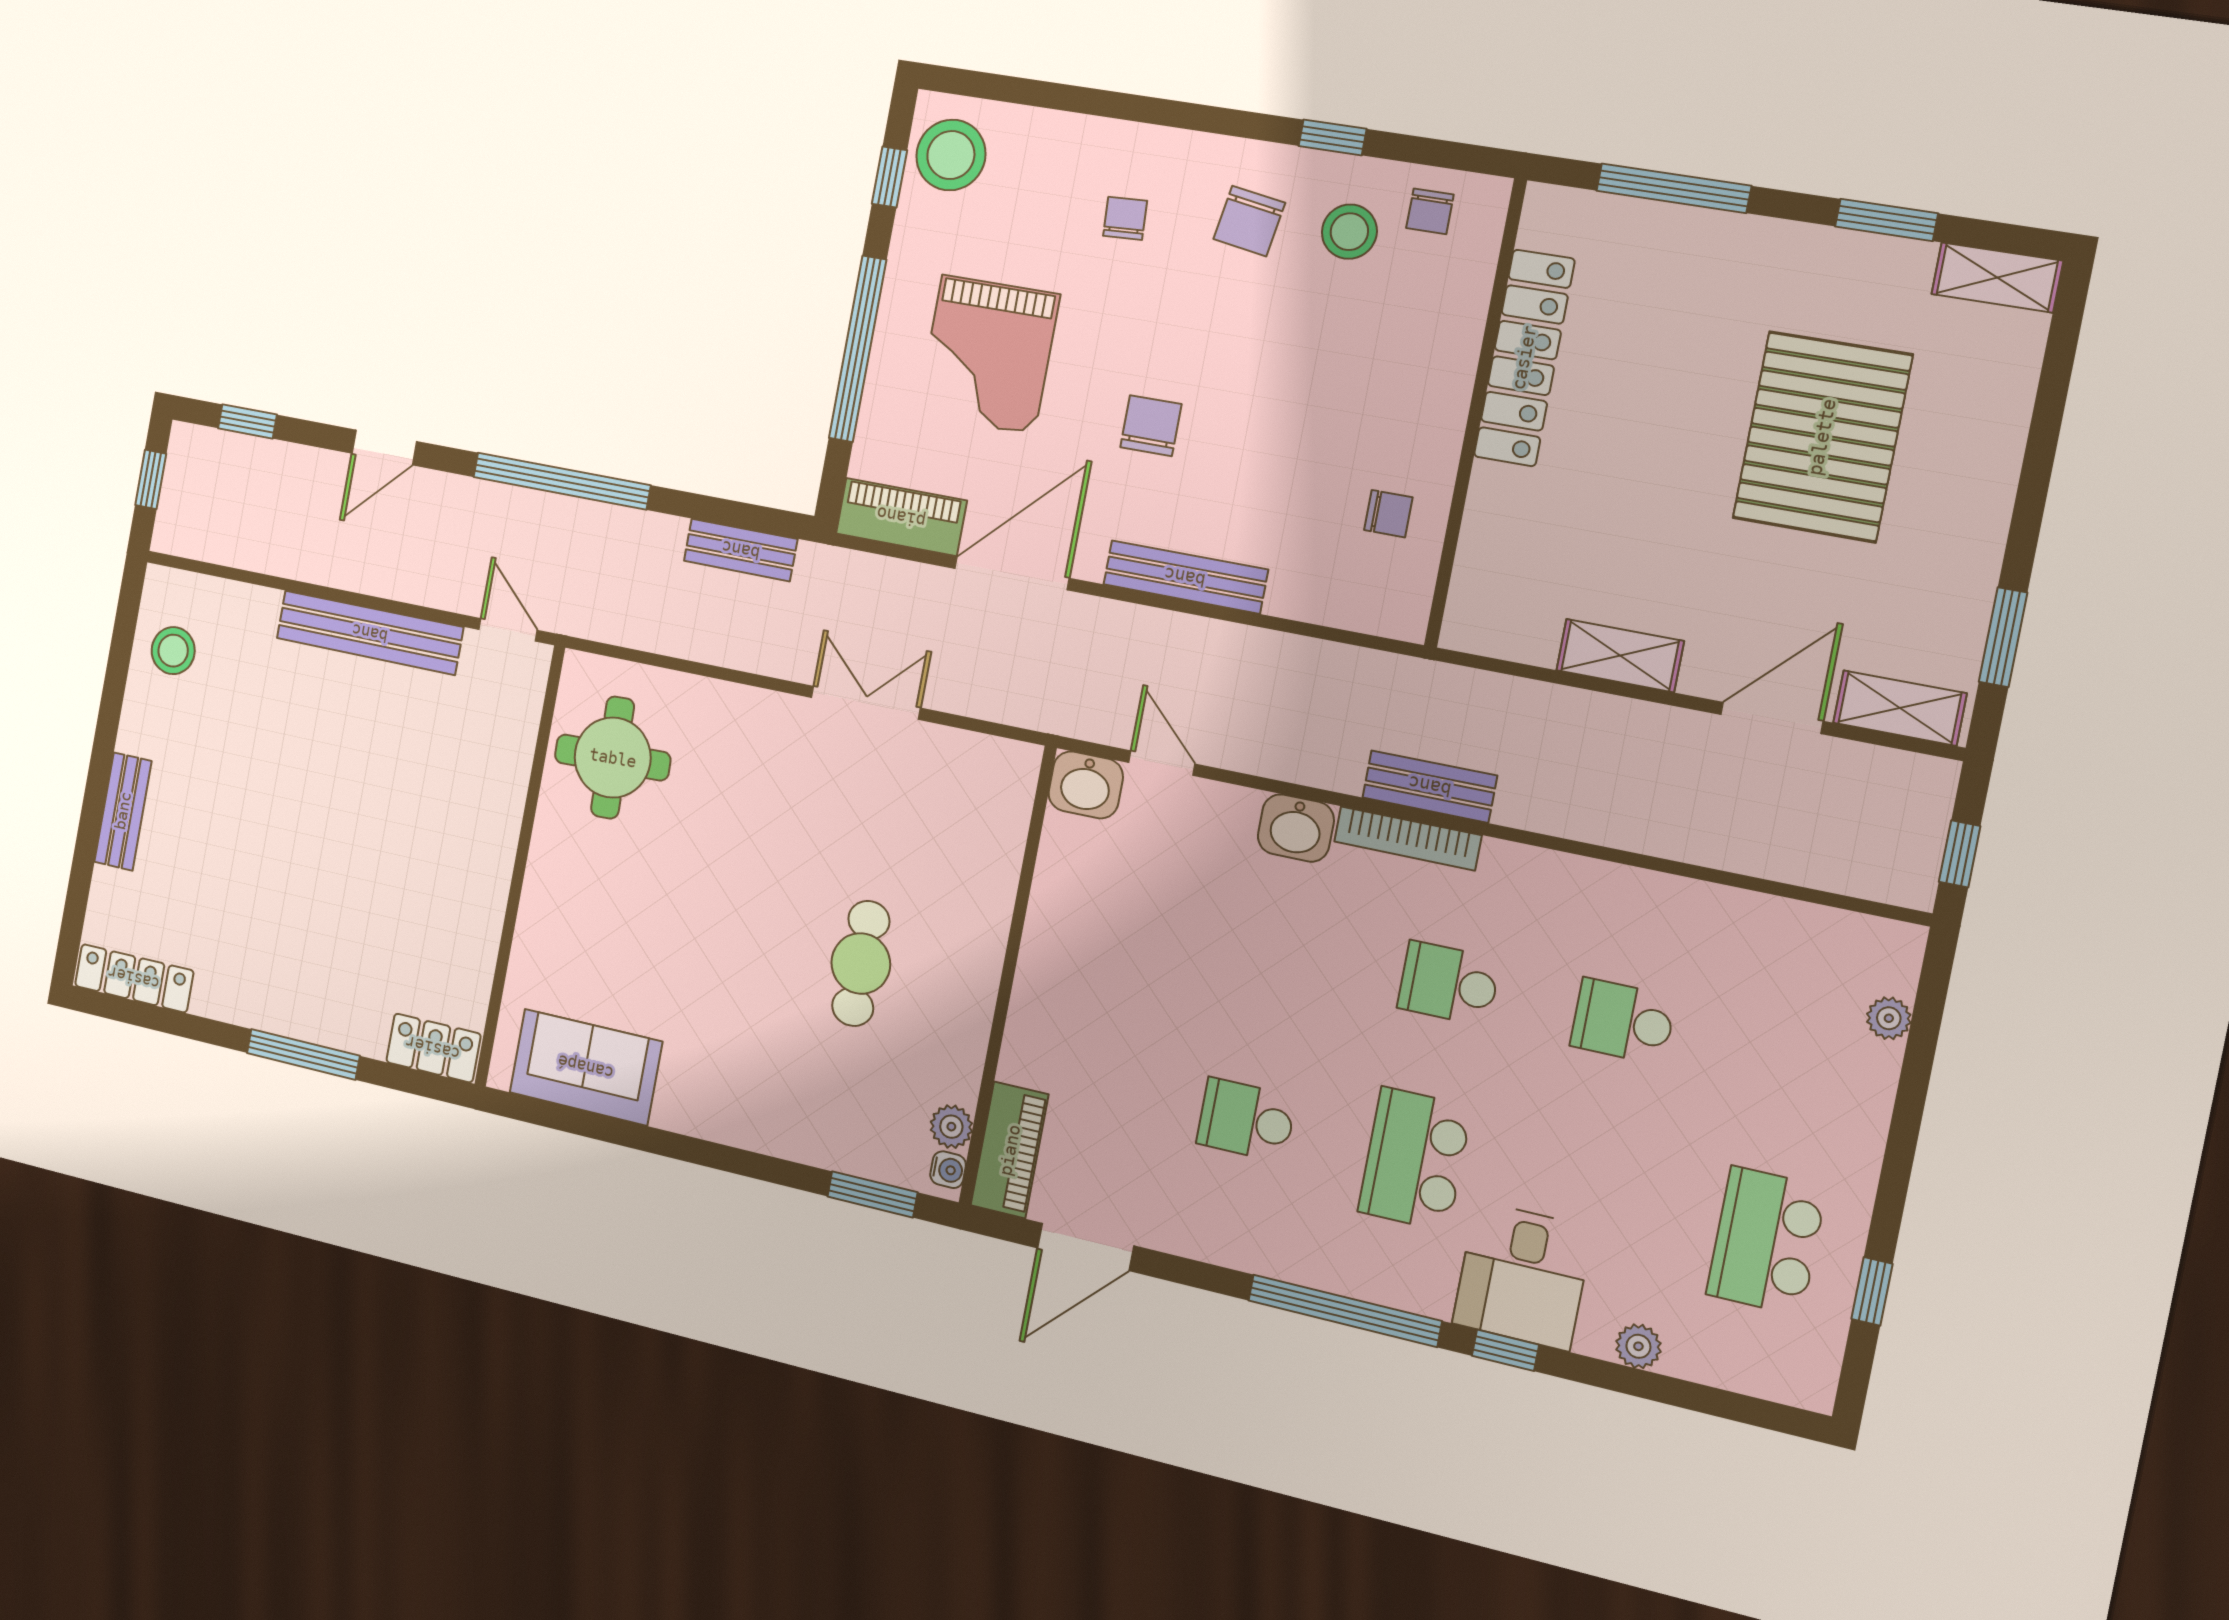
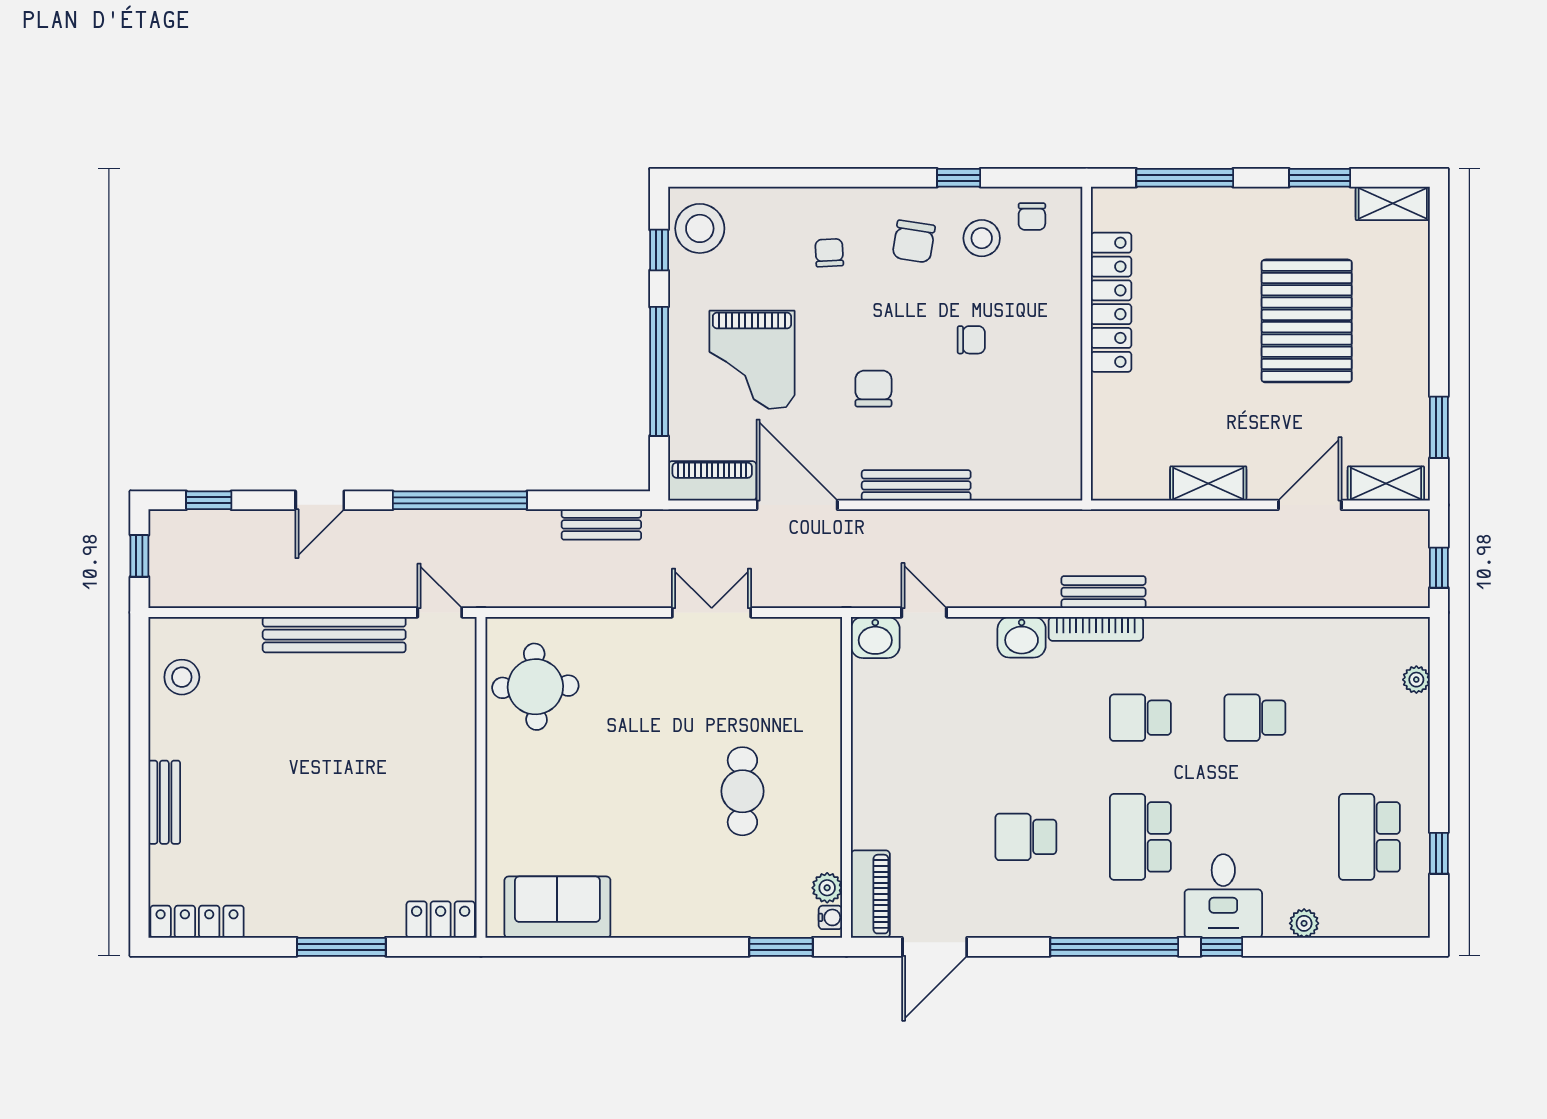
chair: (1388, 514) -> (971, 340), moved
door: (1012, 573) -> (797, 505), hinge flipped

